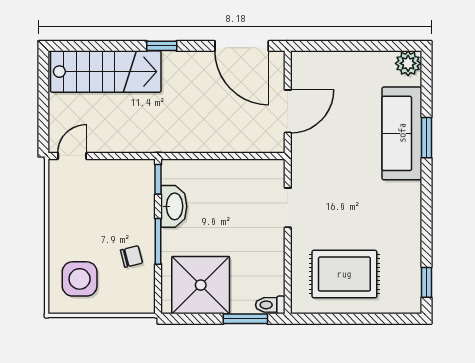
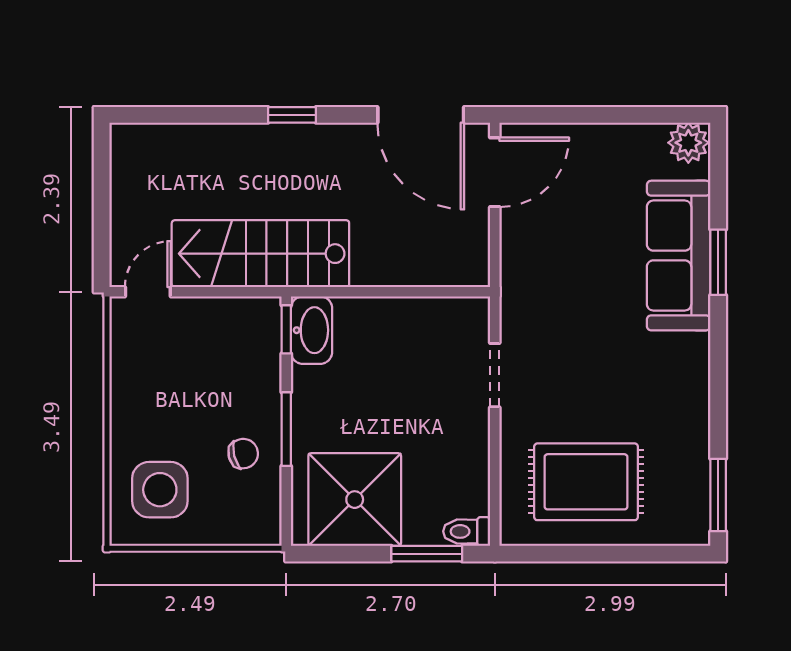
stairs: (106, 72) -> (260, 254), moved, turned 180
door: (288, 111) -> (495, 172), moved
washbasin: (174, 206) -> (312, 330), moved
window: (427, 282) -> (718, 495), width x1.50

